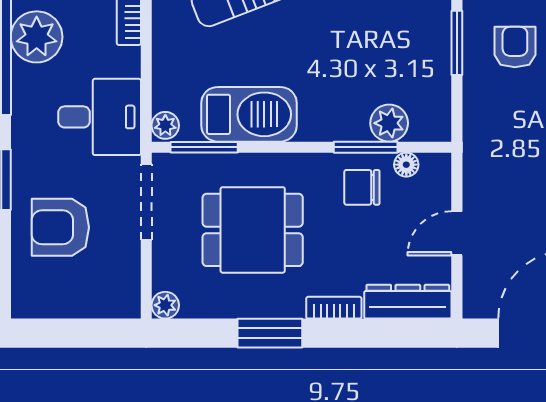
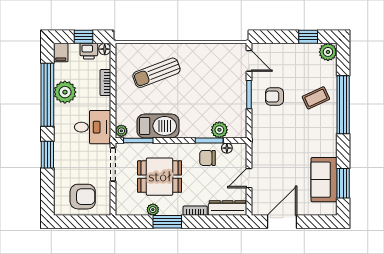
armchair: (515, 47) -> (274, 97), turned -90
armchair: (60, 227) -> (83, 197), moved, turned 180
plant: (165, 305) -> (153, 210), moved

